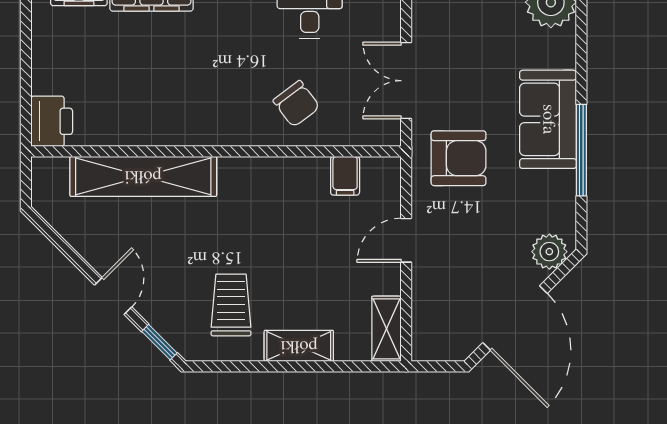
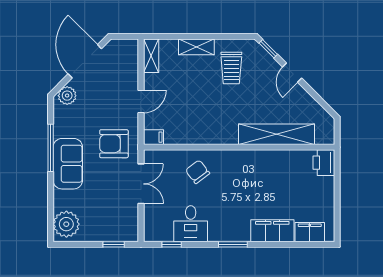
filing cabinet: (345, 176) -> (153, 137), moved, turned 90

